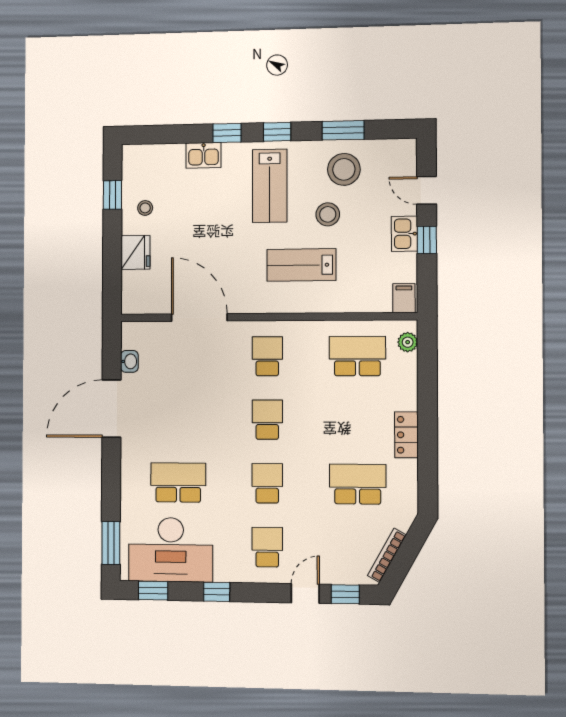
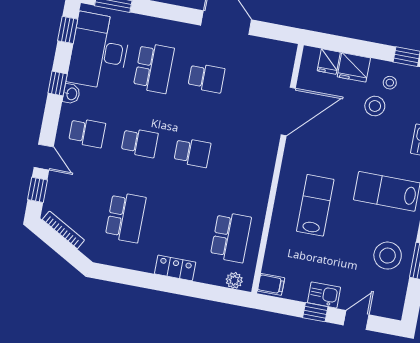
stool: (328, 214) -> (375, 106), moved
fridge: (134, 282) -> (329, 62), added
school desk: (267, 356) -> (206, 78), moved
washbasin: (129, 361) -> (71, 94), moved, turned -90
locker: (406, 435) -> (175, 268), moved

